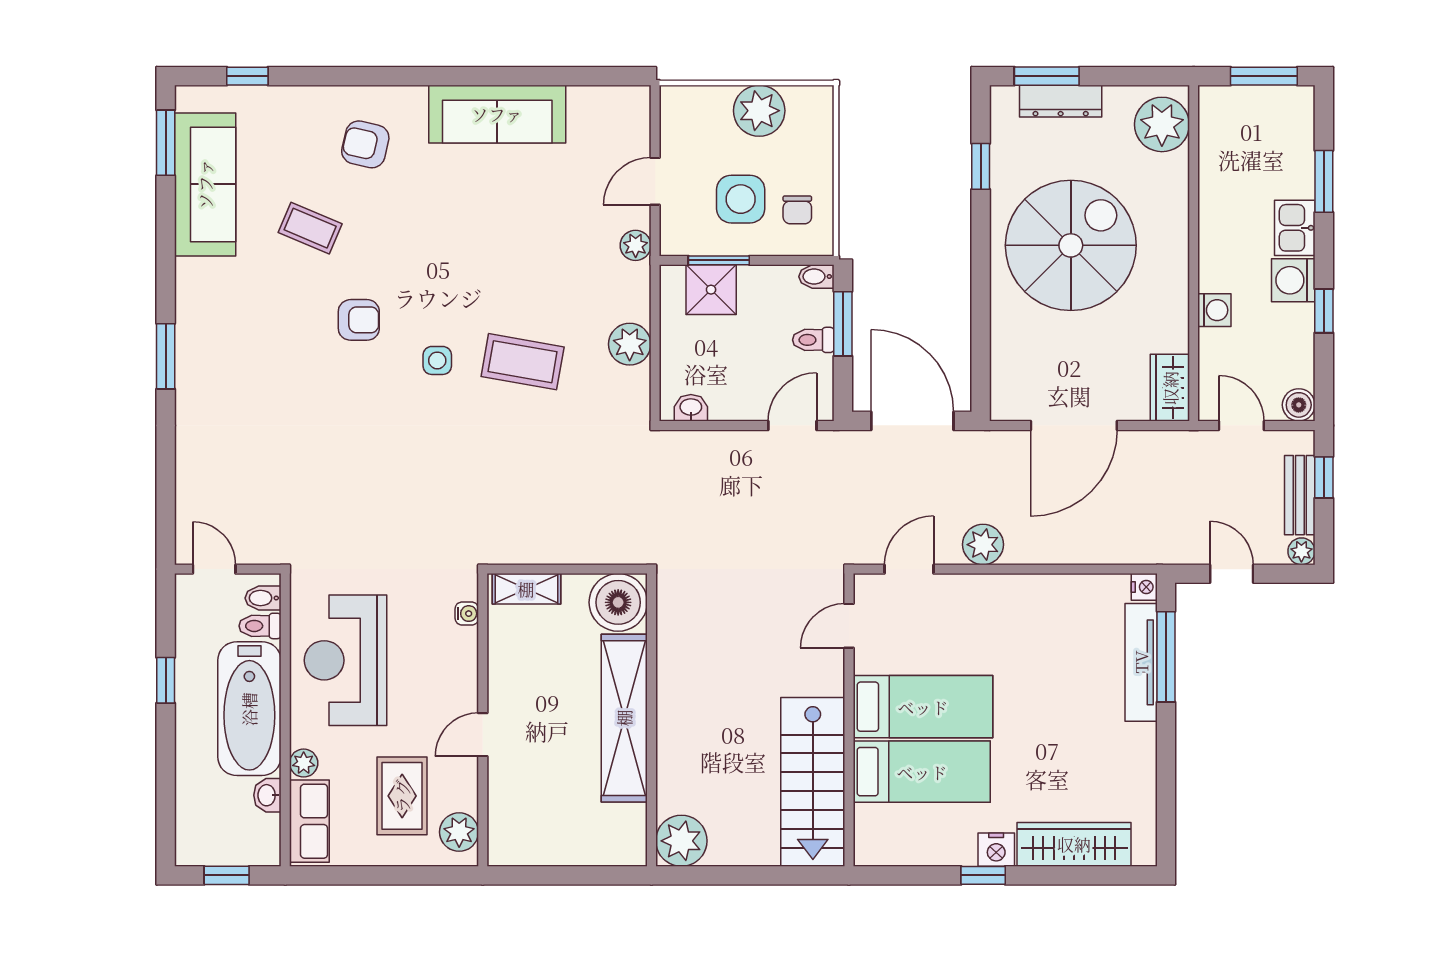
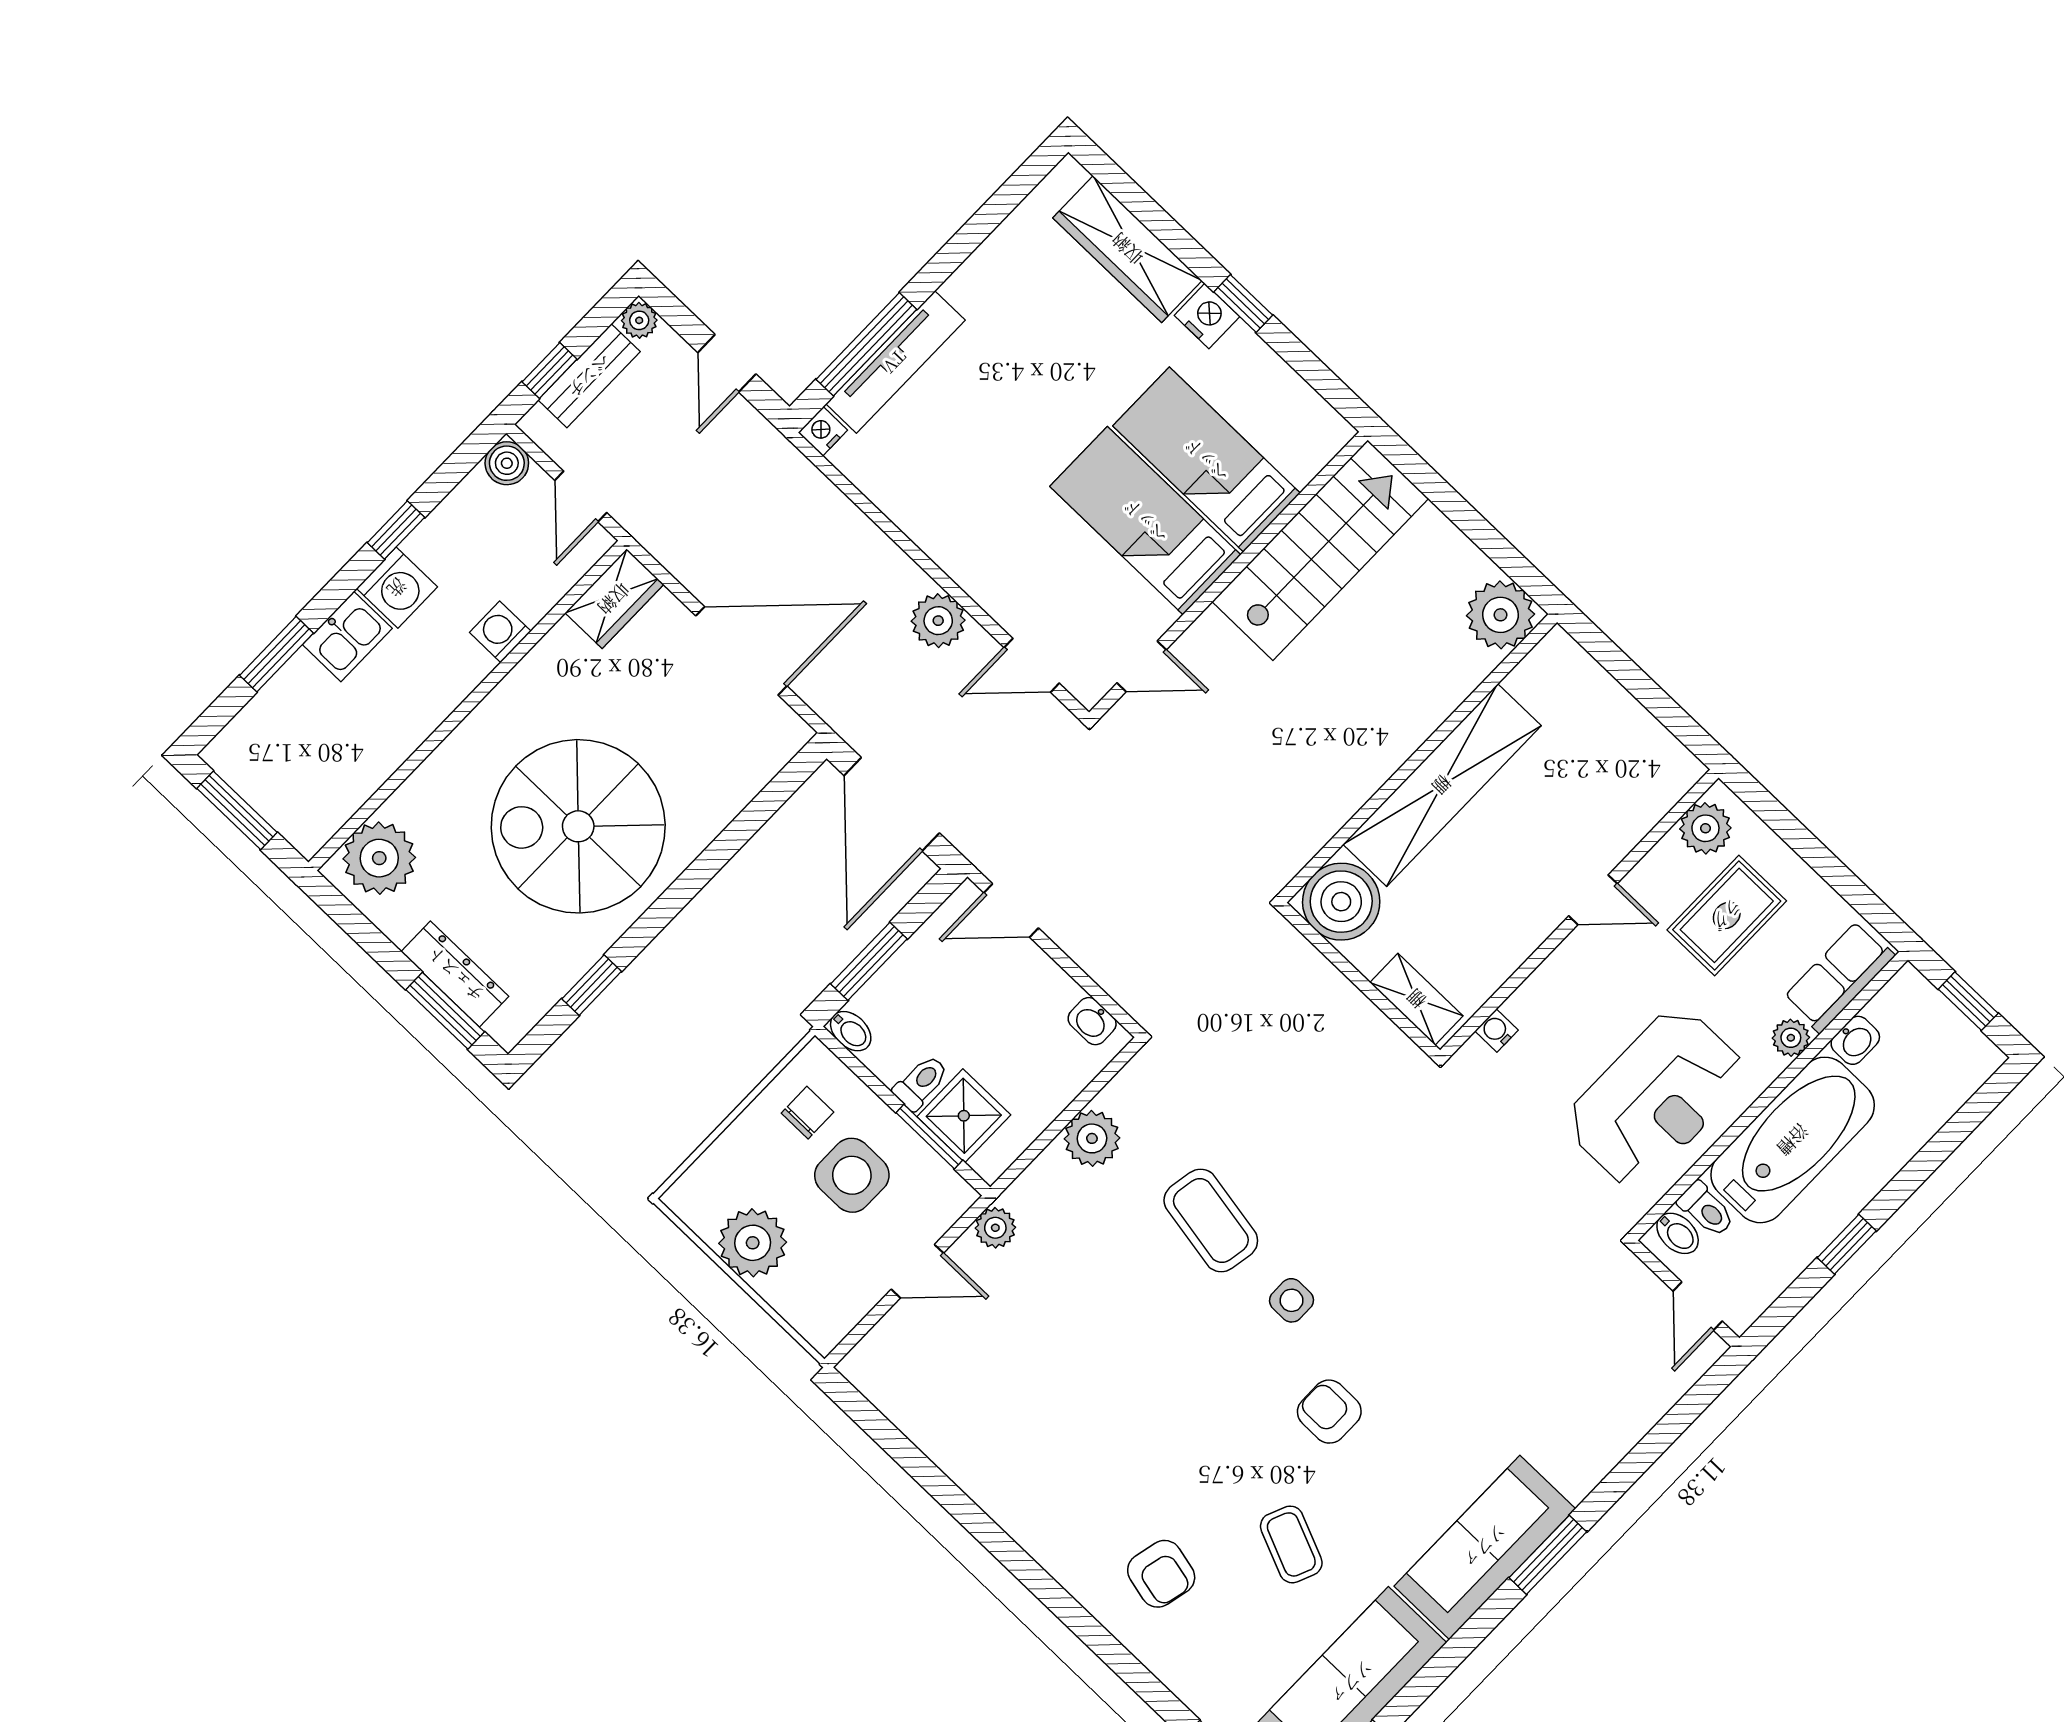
sofa: (497, 114) -> (1485, 1547), moved, turned -90
toilet: (813, 340) -> (921, 1083), moved, turned -90

